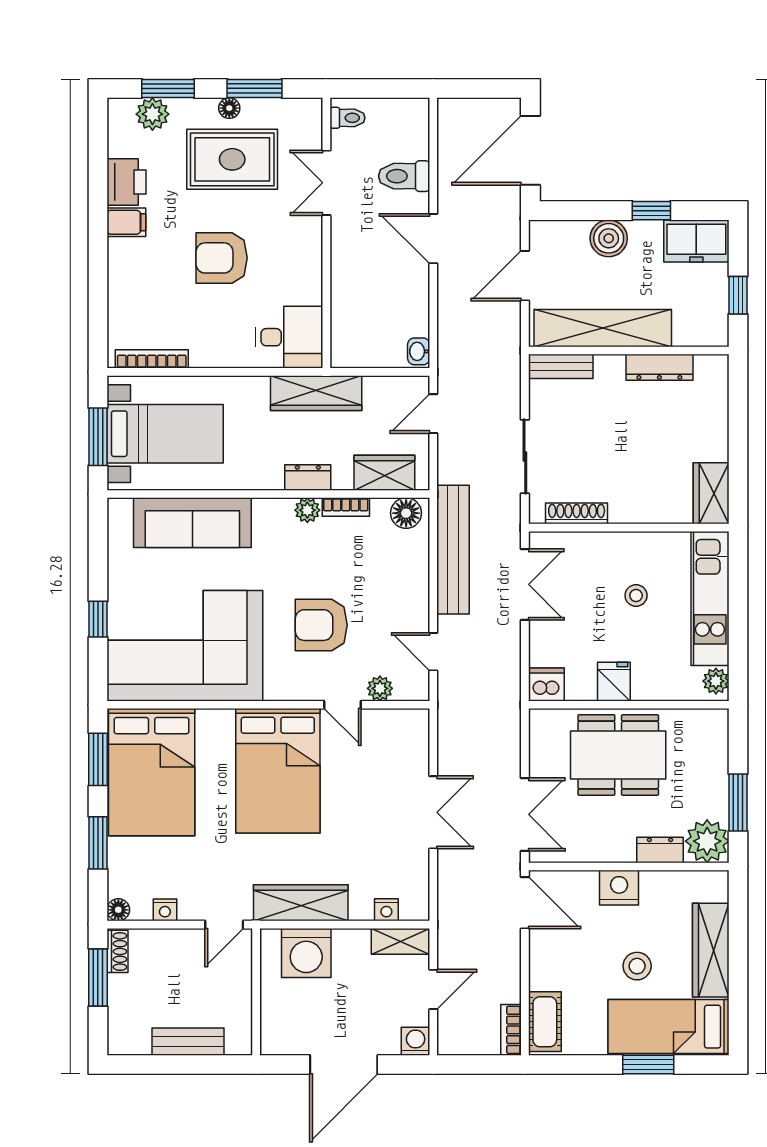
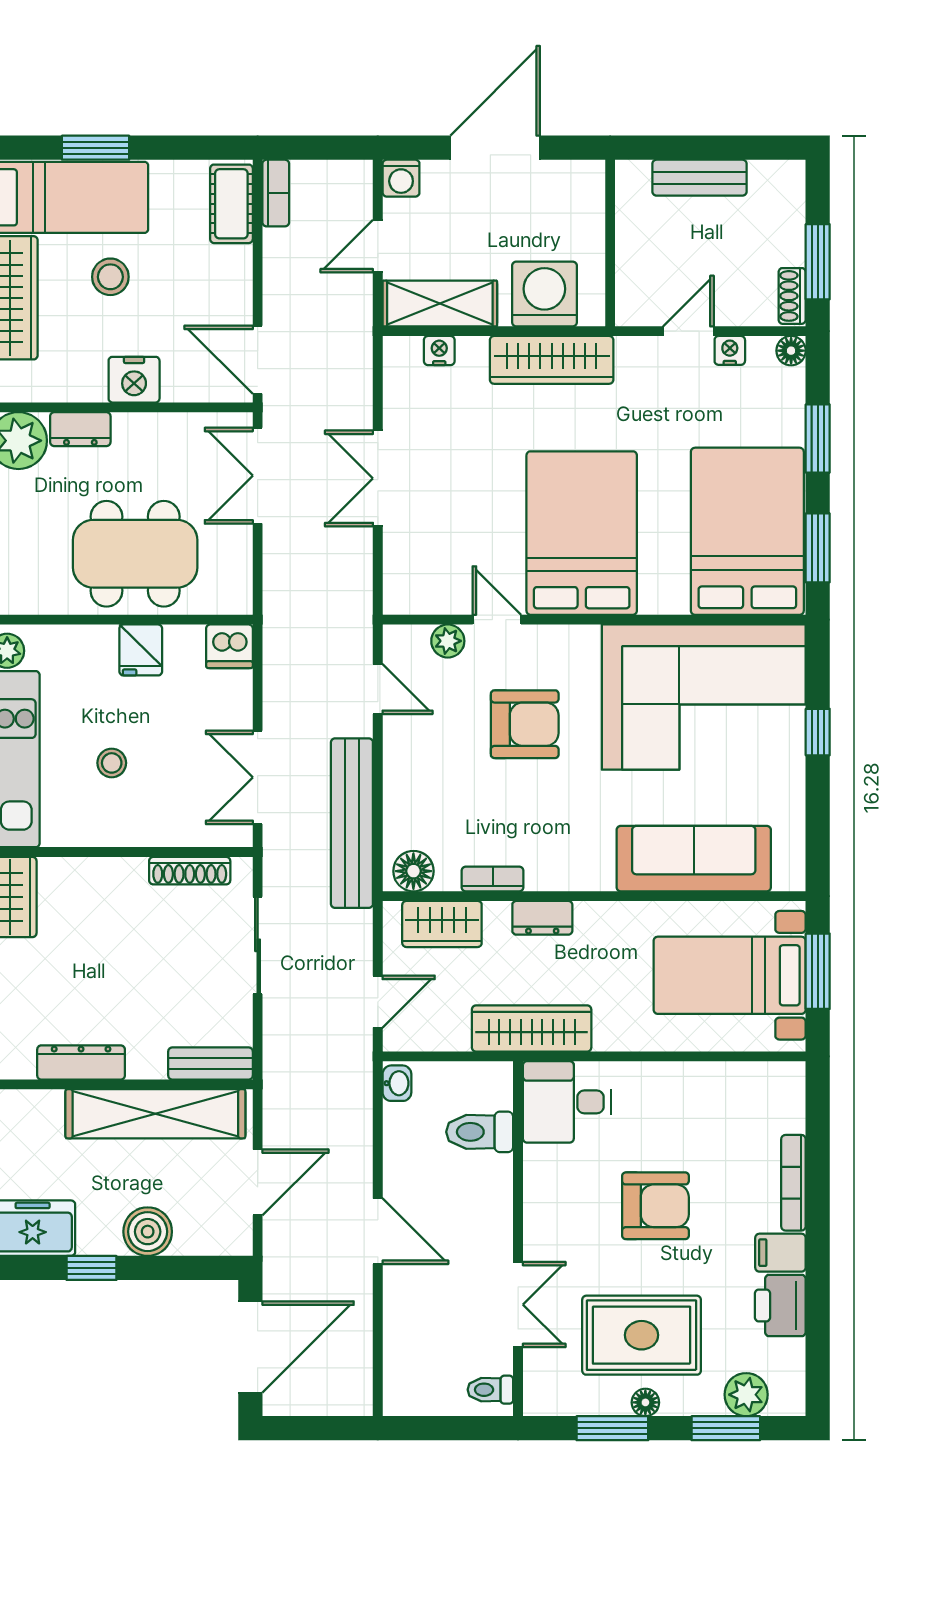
toilet: (404, 176) -> (480, 1132), moved, turned 180
bookcase: (152, 359) -> (793, 1183), moved, turned 90
plant: (307, 510) -> (543, 875), removed
door: (224, 925) -> (688, 331), moved
shelving: (400, 941) -> (440, 303), width x1.50, depth x1.33

